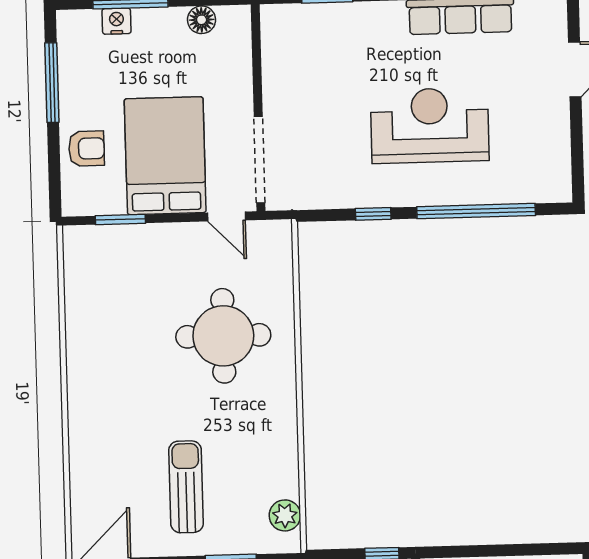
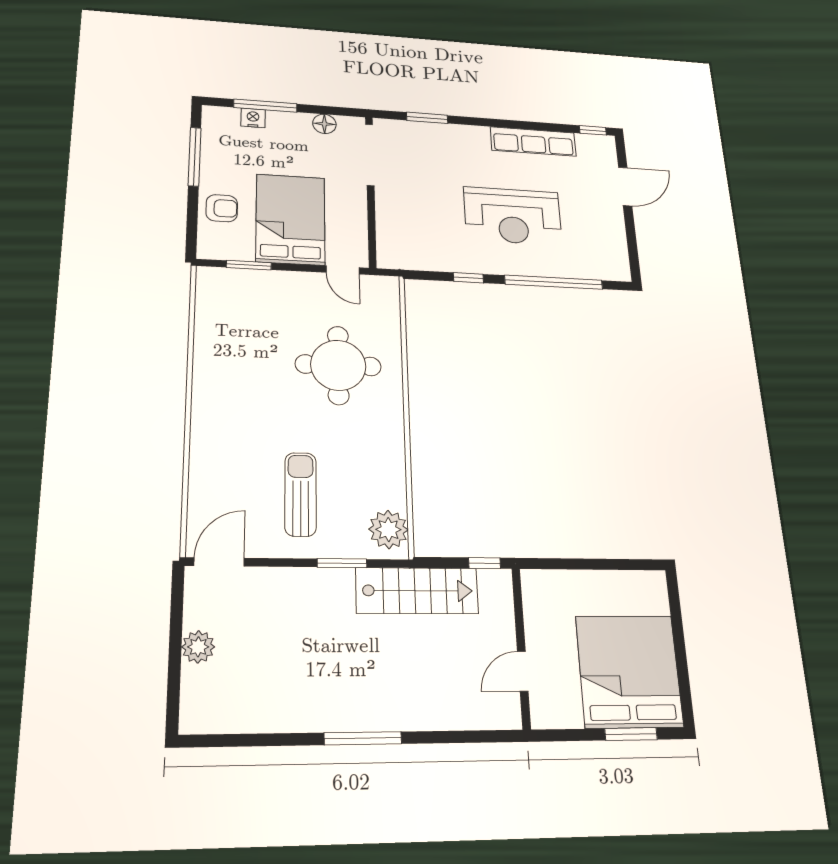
reception desk: (430, 125) -> (513, 216), turned 180
doorway: (260, 160) -> (370, 155), moved
plant: (285, 515) -> (388, 530), width x1.36, depth x1.36

